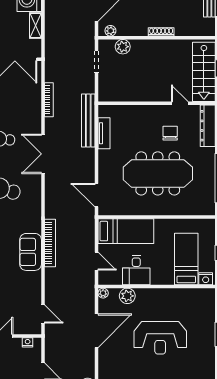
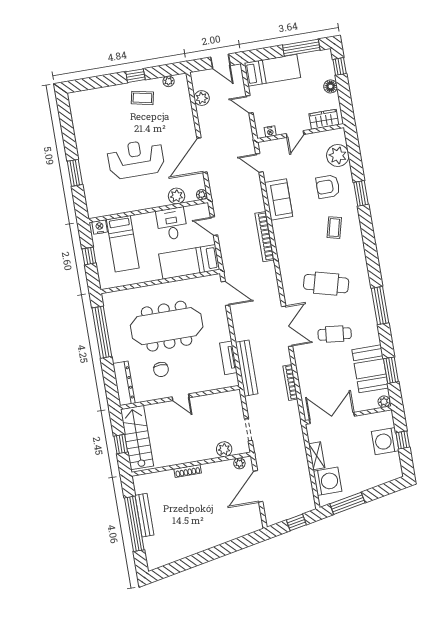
door: (180, 103) -> (181, 397), moved
sofa: (31, 252) -> (279, 200), moved

